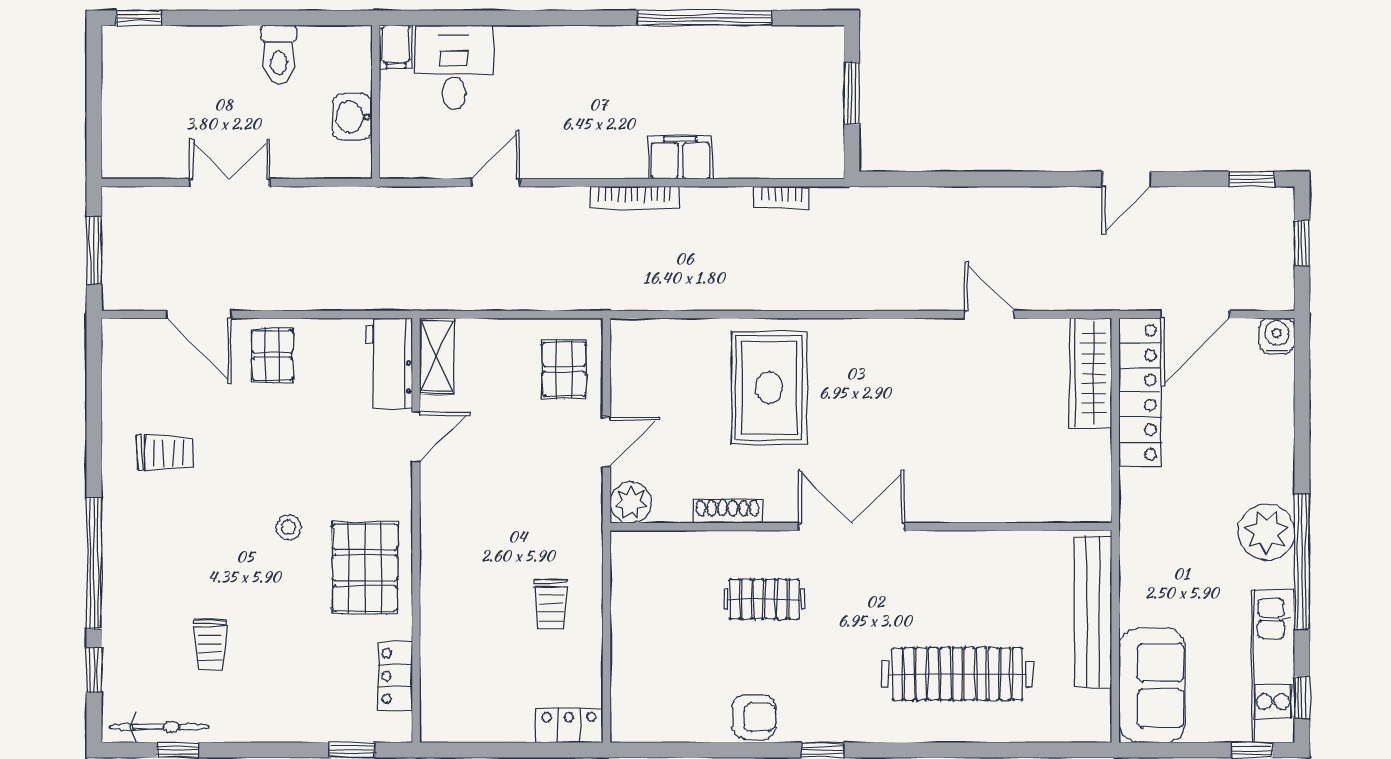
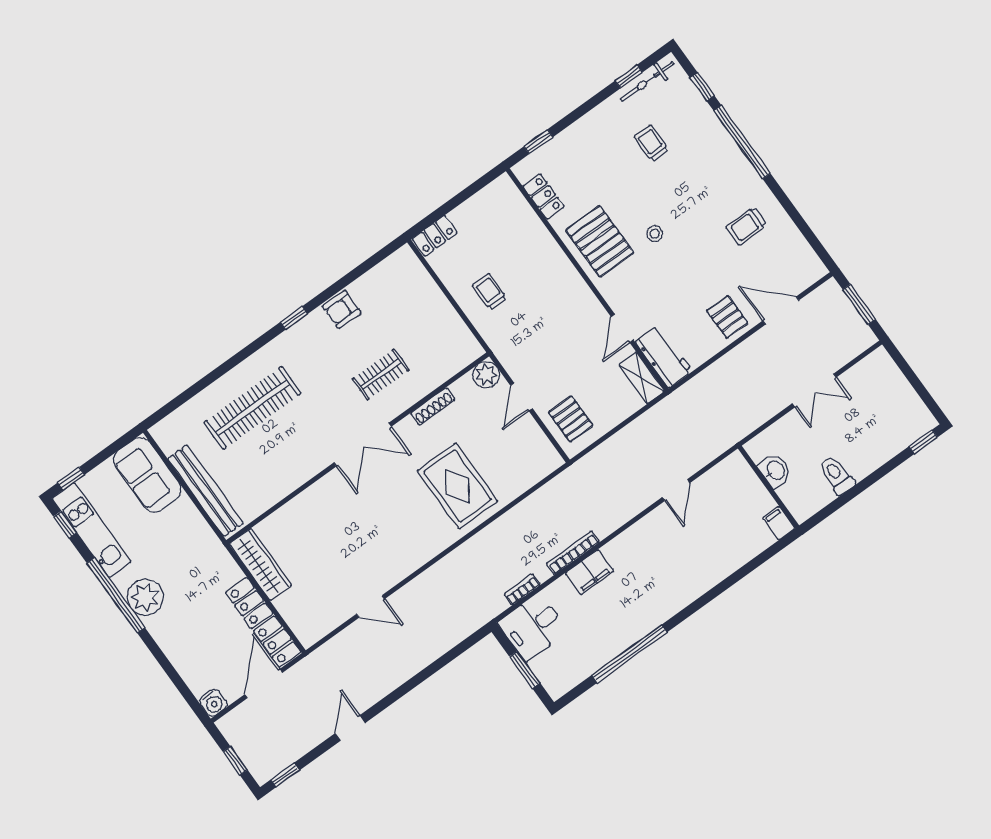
desk: (454, 67) -> (533, 627), moved, turned 90
bookcase: (635, 198) -> (573, 553), moved
wardrobe: (1090, 373) -> (261, 565), moved

